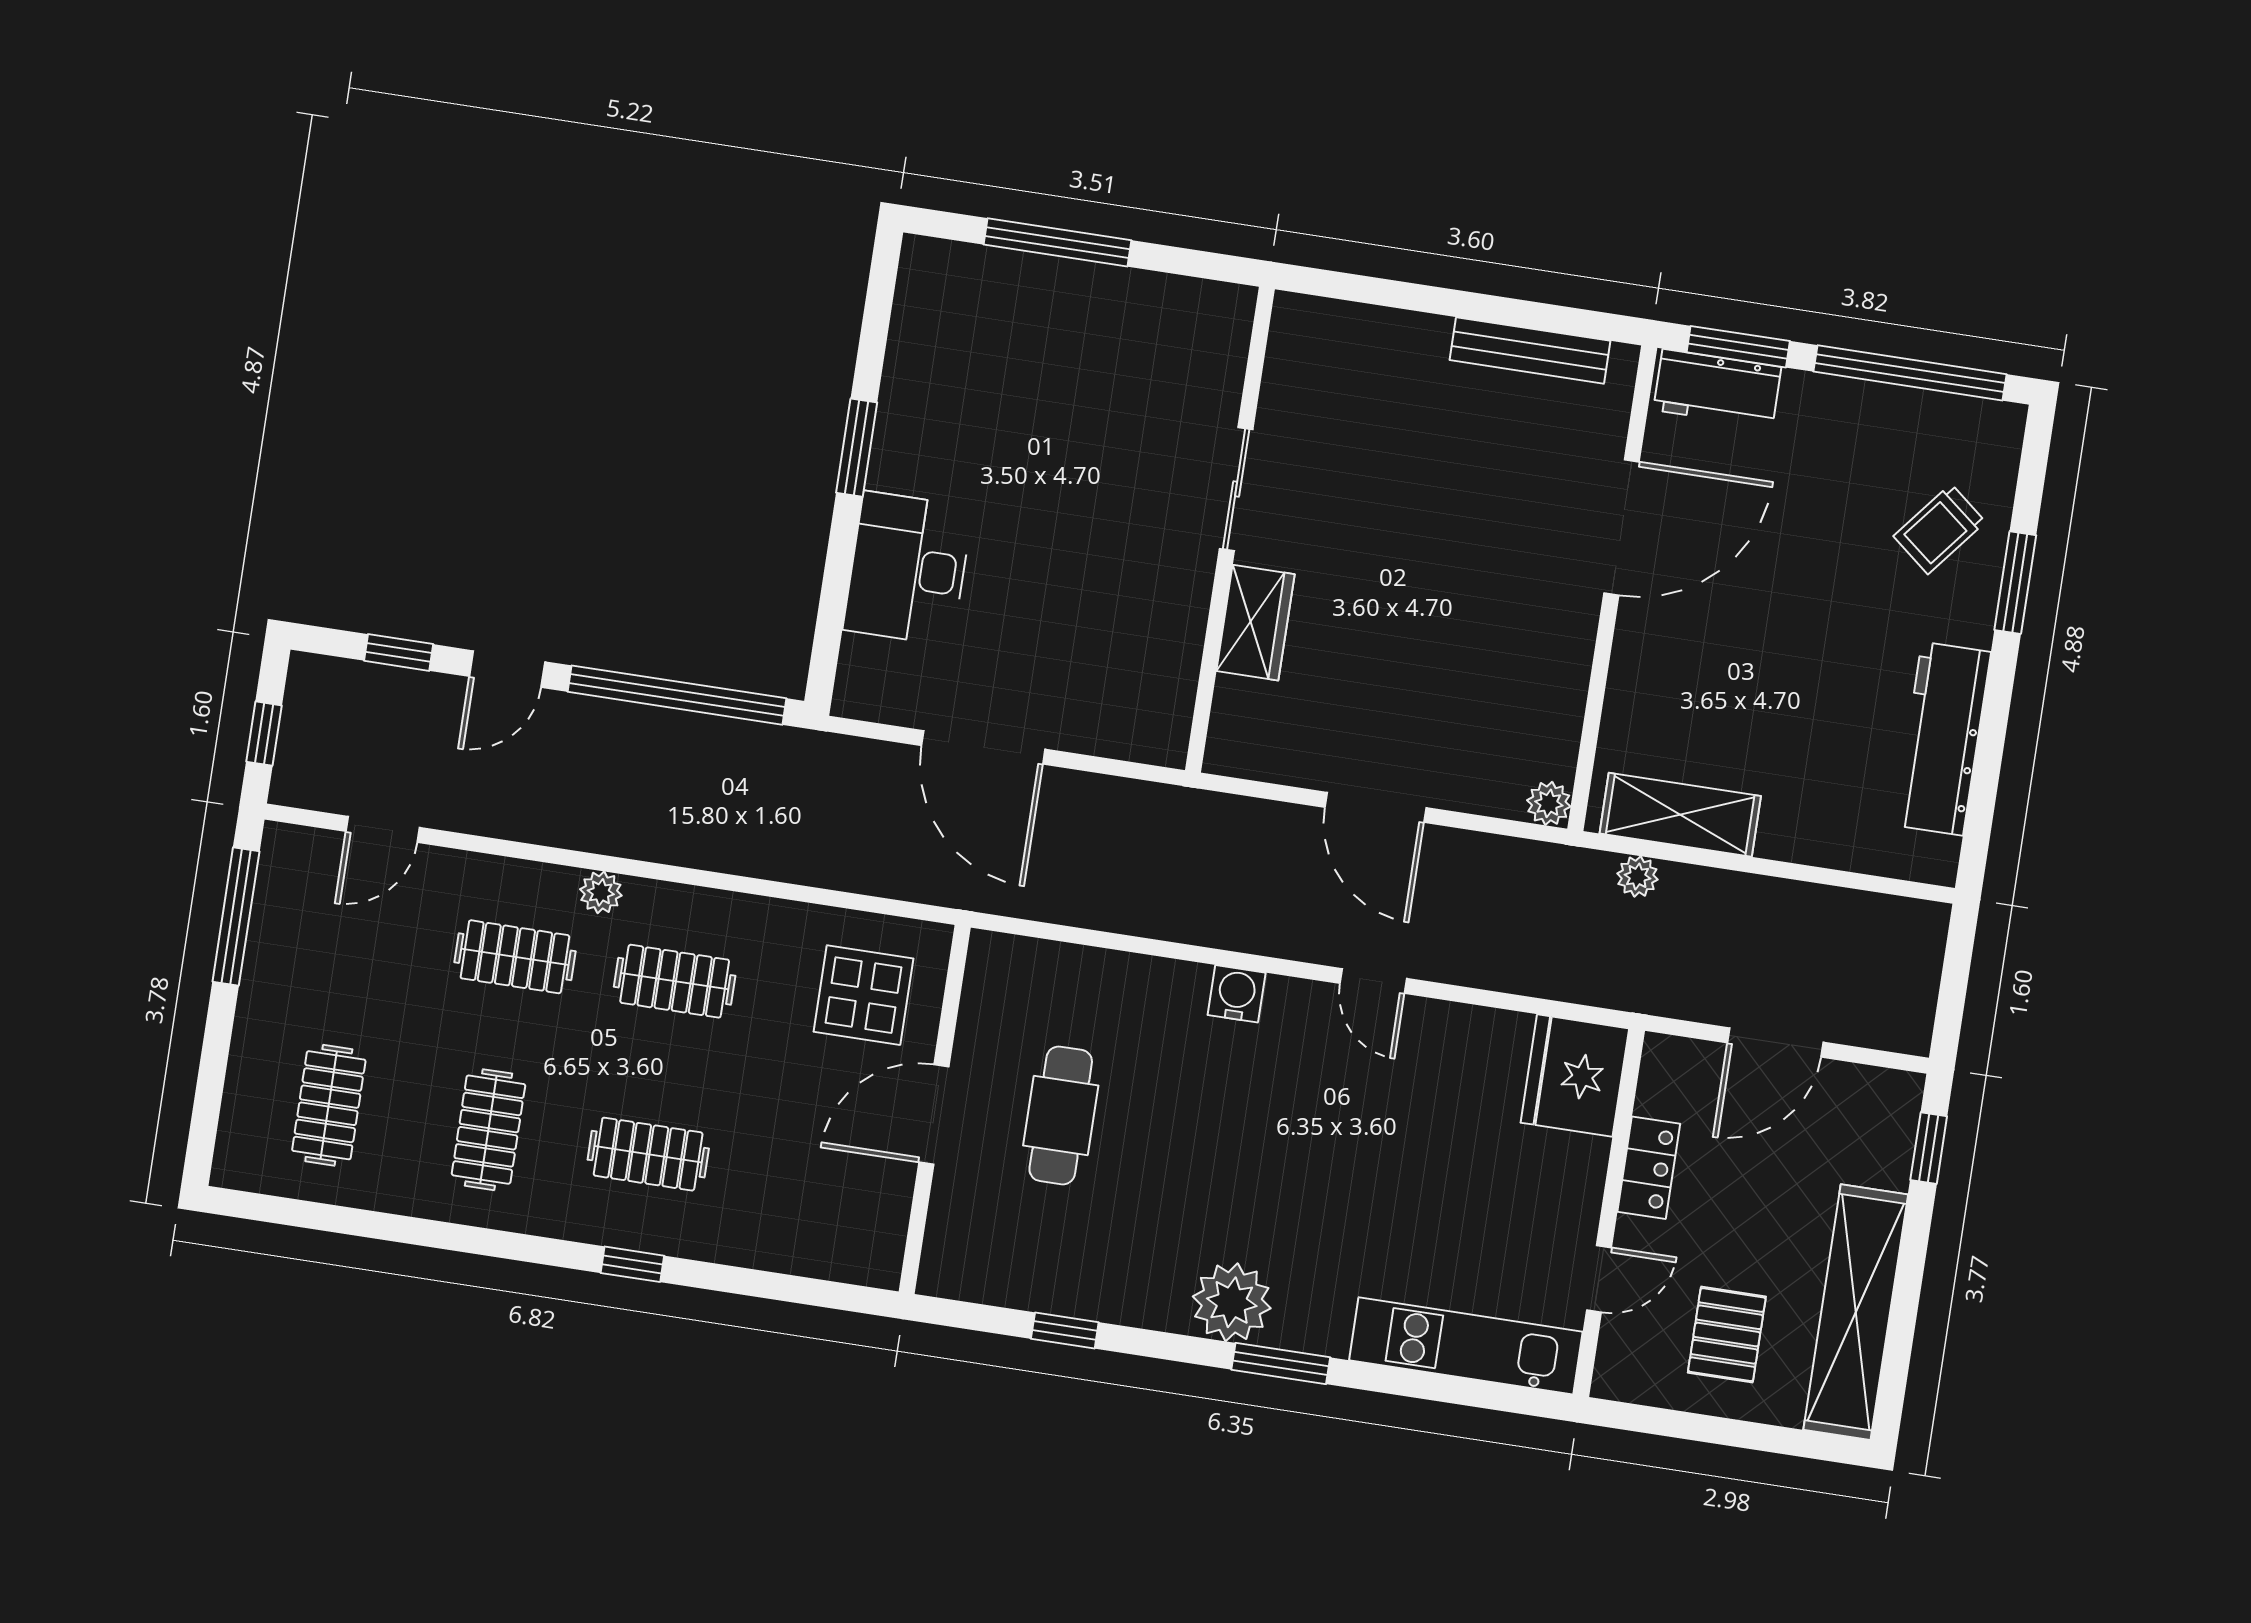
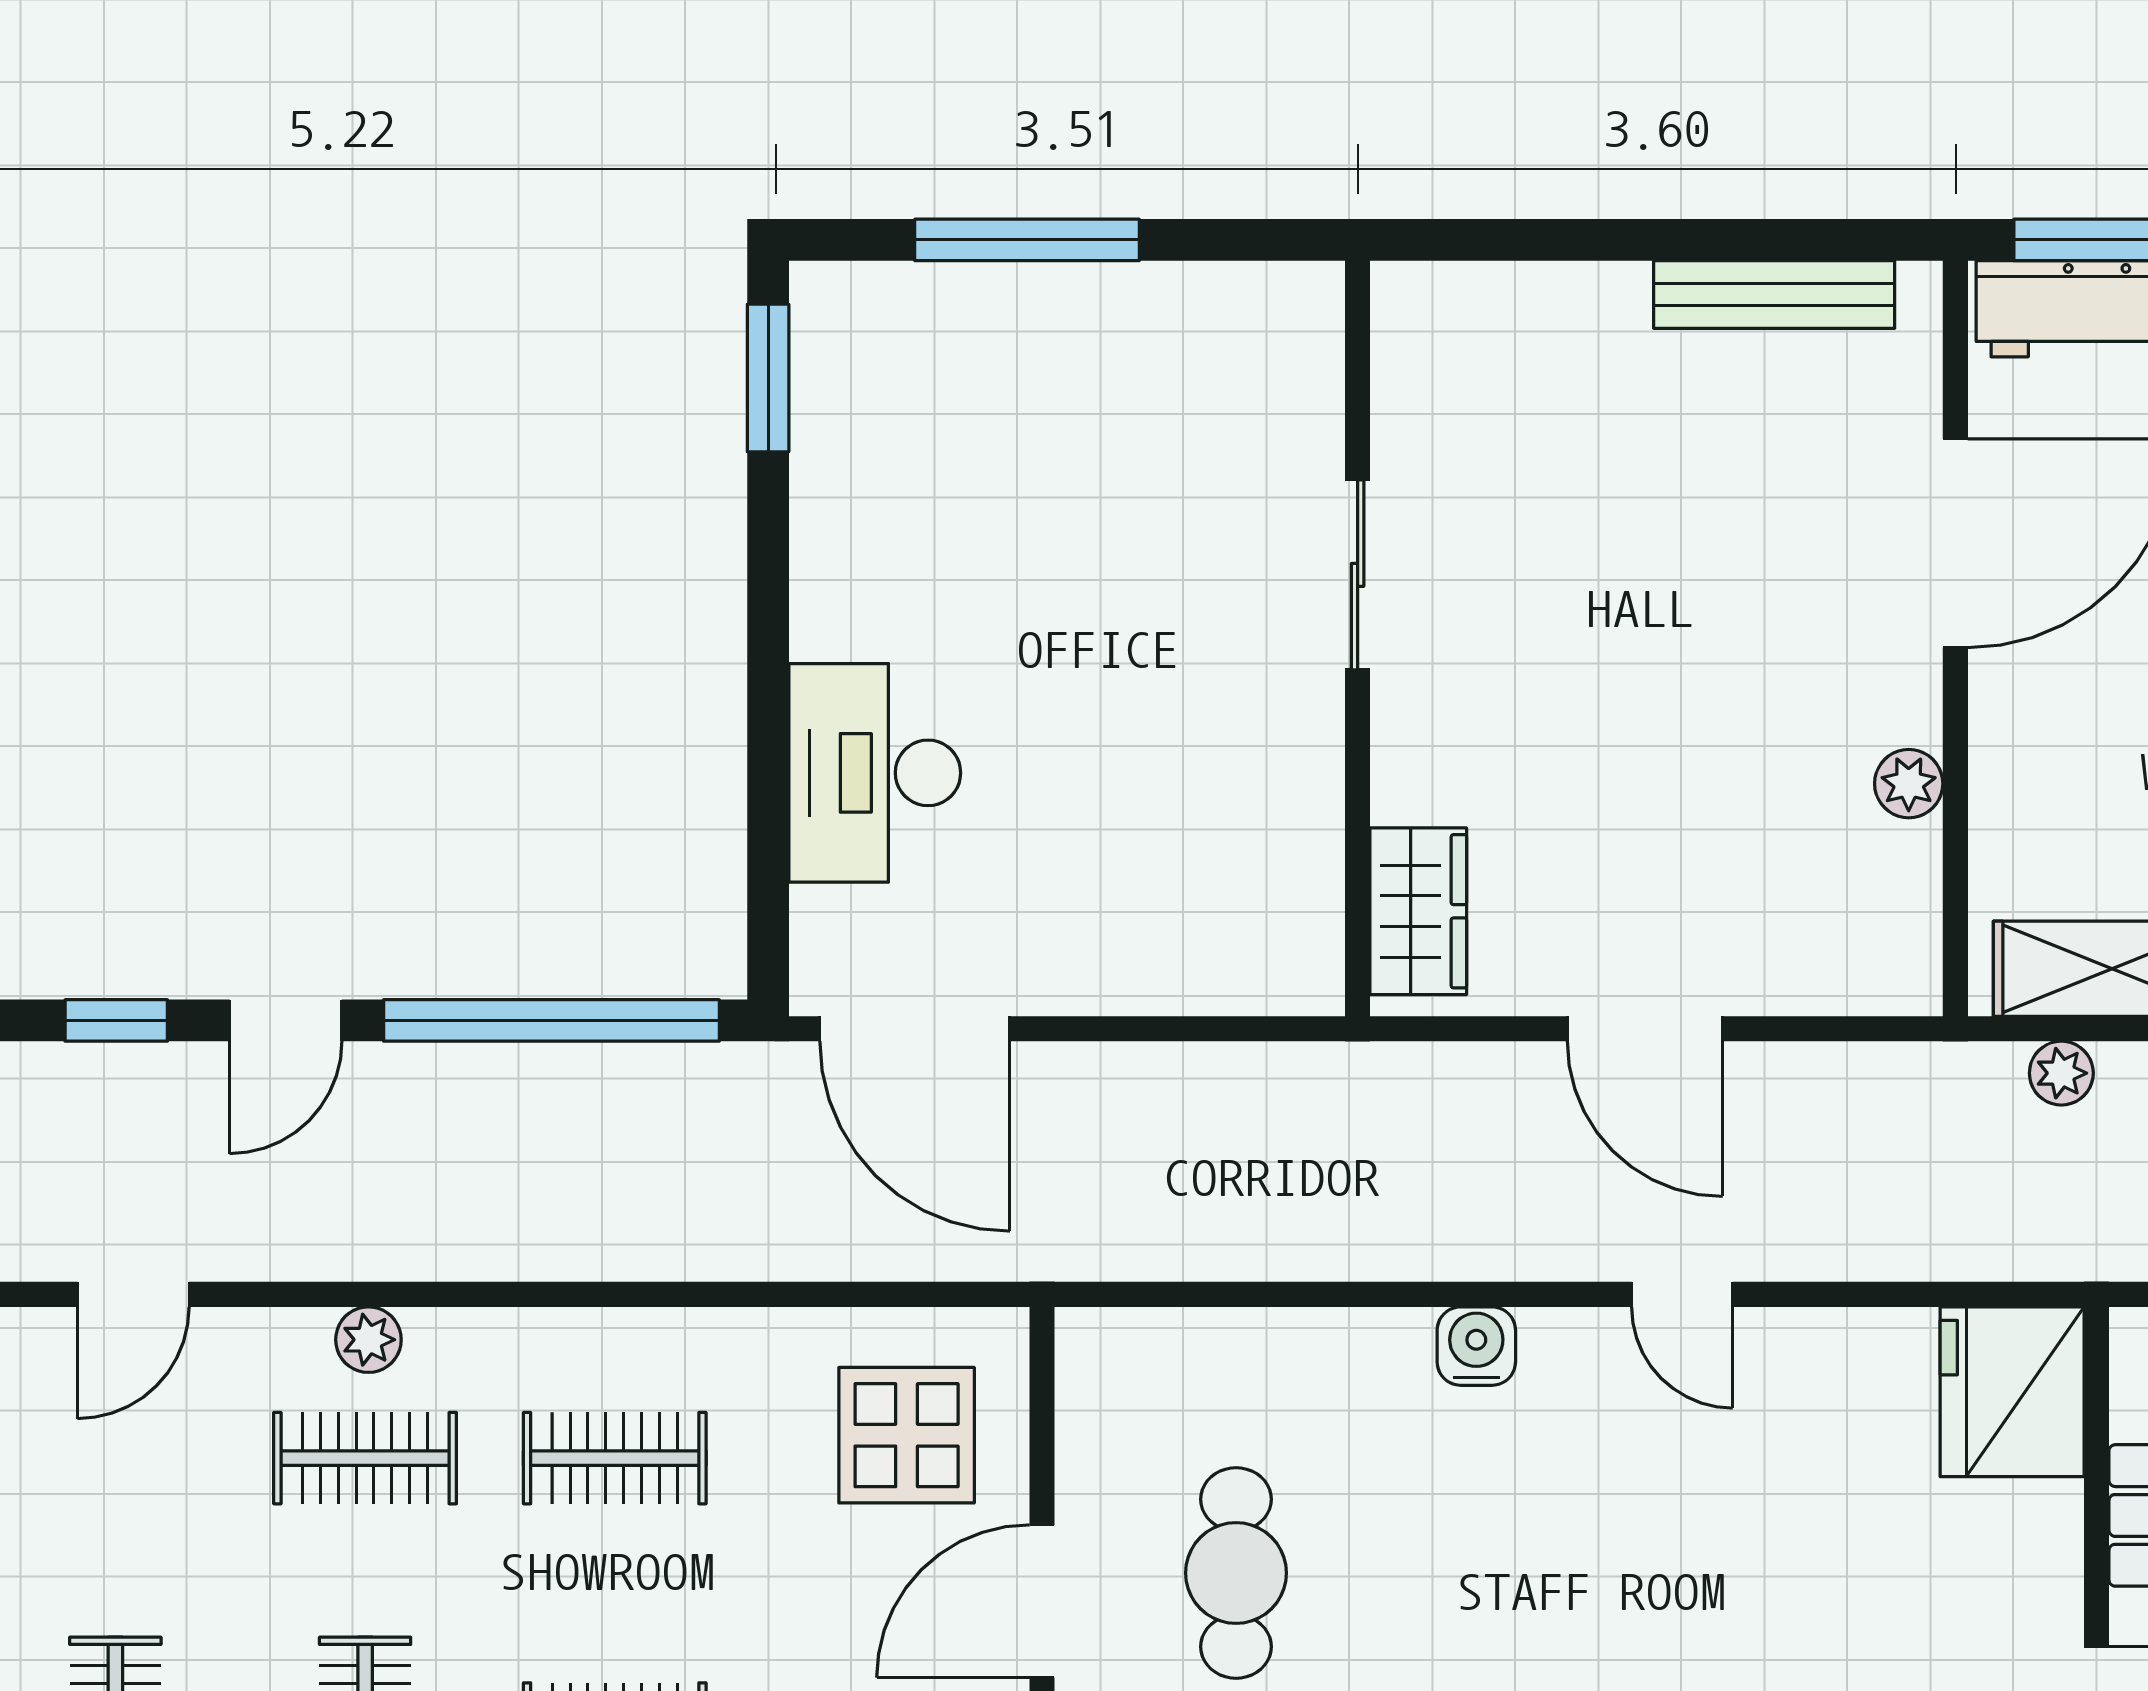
window: (857, 448) -> (768, 378), moved
wardrobe: (1255, 623) -> (1418, 911), moved
door: (983, 747) -> (915, 1029), moved
plant: (1549, 803) -> (1909, 784), moved
plant: (601, 892) -> (368, 1340), moved

